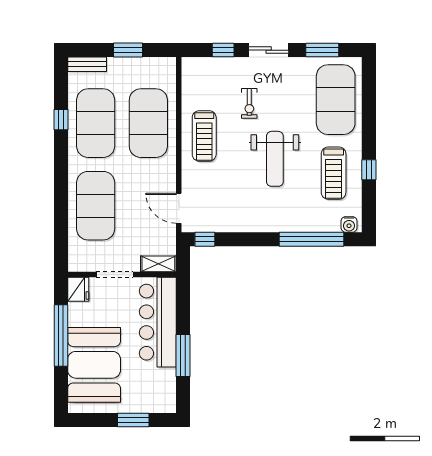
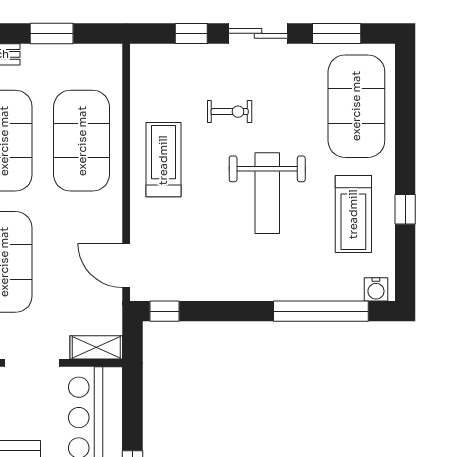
exercise bike: (249, 103) -> (230, 112), turned -90
treadmill: (204, 136) -> (163, 160), turned 180

